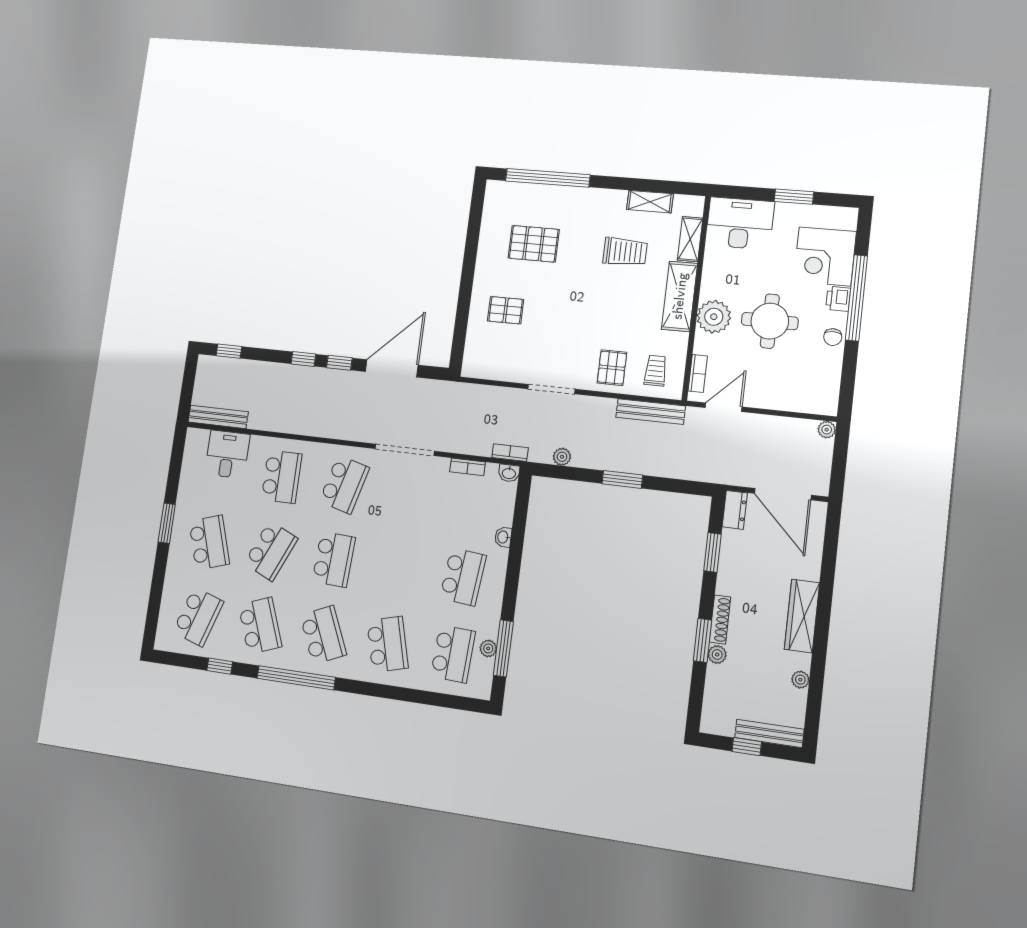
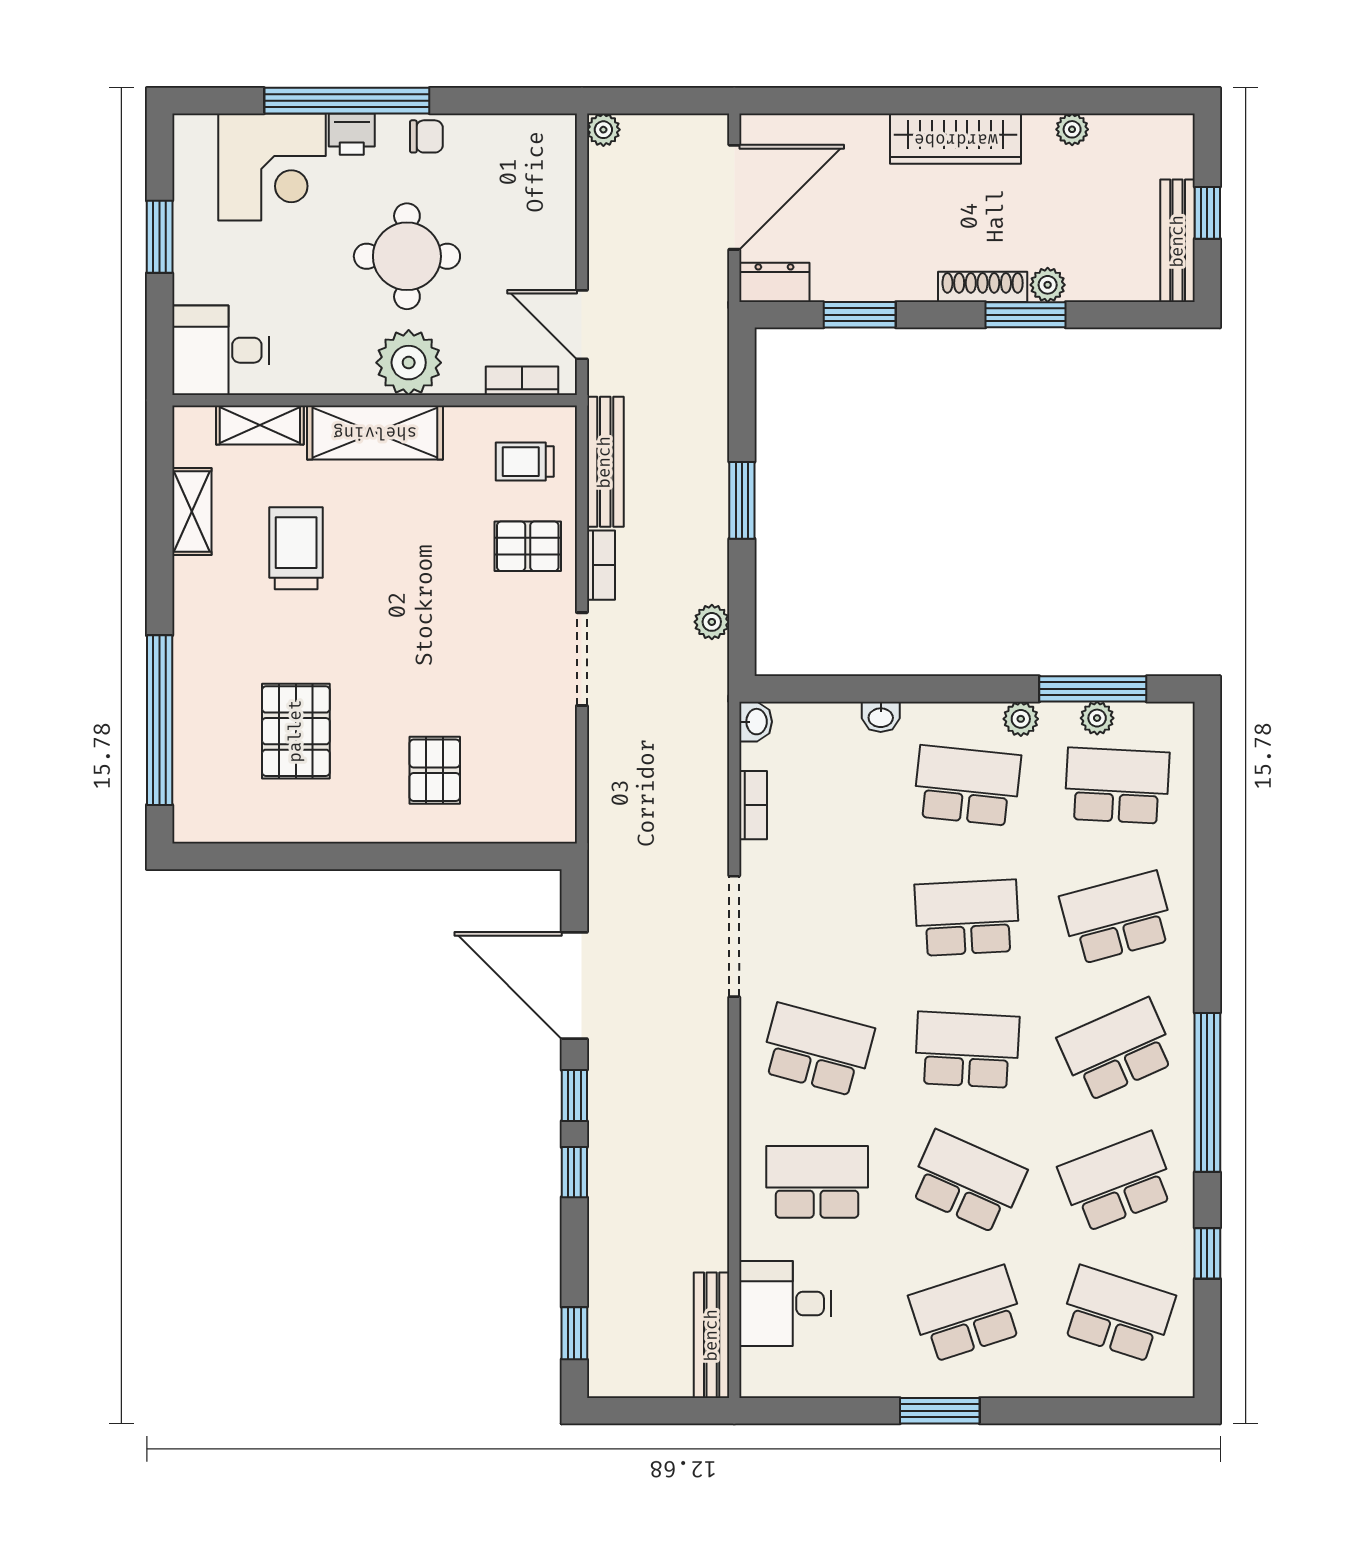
desk: (740, 223) -> (221, 350), width x0.73
bookcase: (510, 453) -> (601, 565), moved, turned 180
school desk: (398, 568) -> (967, 918), added
plant: (493, 609) -> (1021, 719), added
bench: (769, 733) -> (1178, 241), moved

